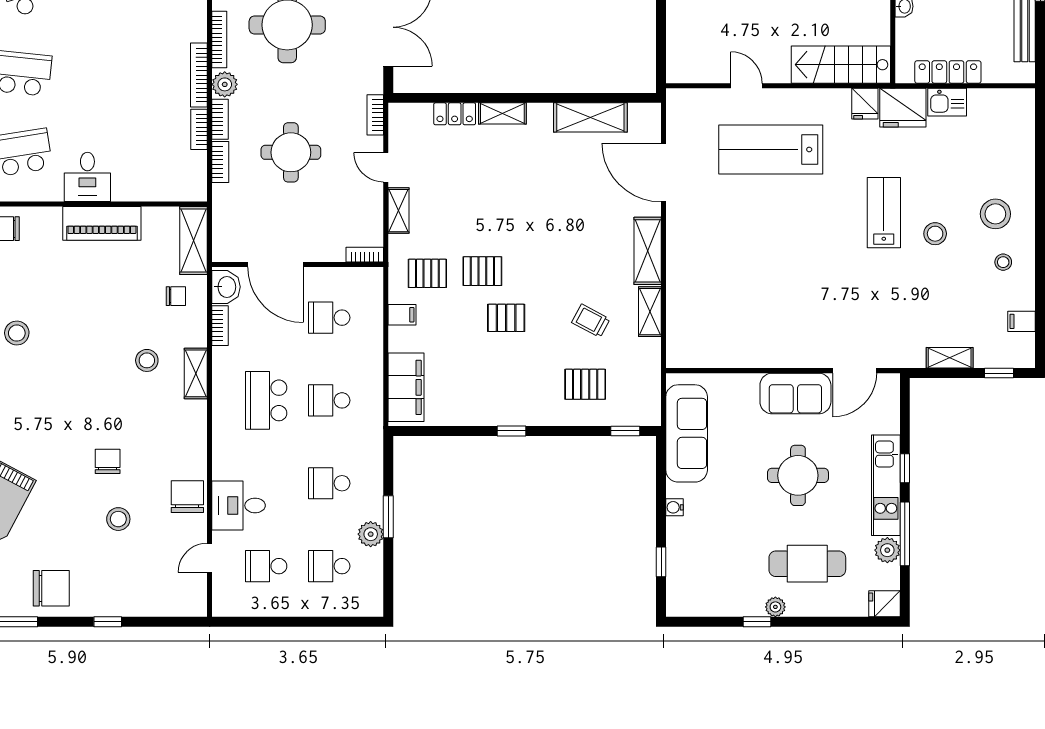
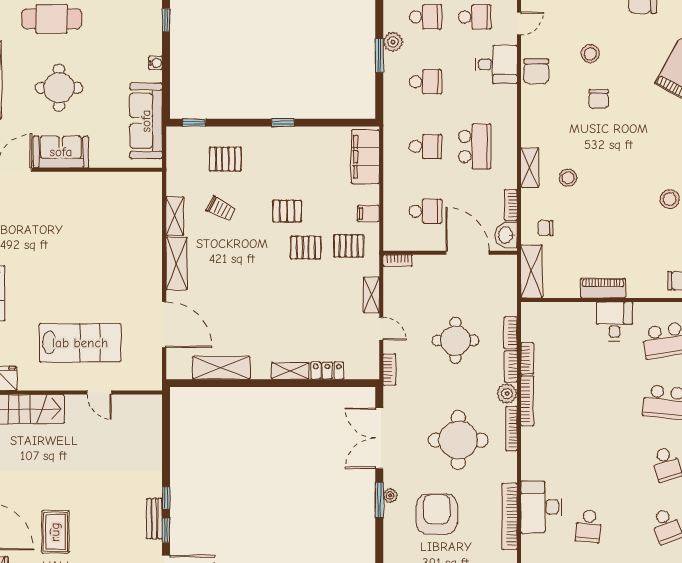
piano: (102, 223) -> (603, 288), width x0.73, depth x0.75

